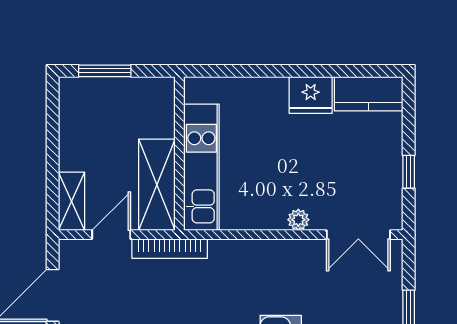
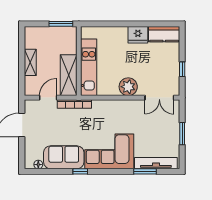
window: (105, 71) -> (61, 24), moved
shelving: (71, 201) -> (30, 62), moved
plant: (298, 220) -> (128, 87), width x1.88, depth x1.88

